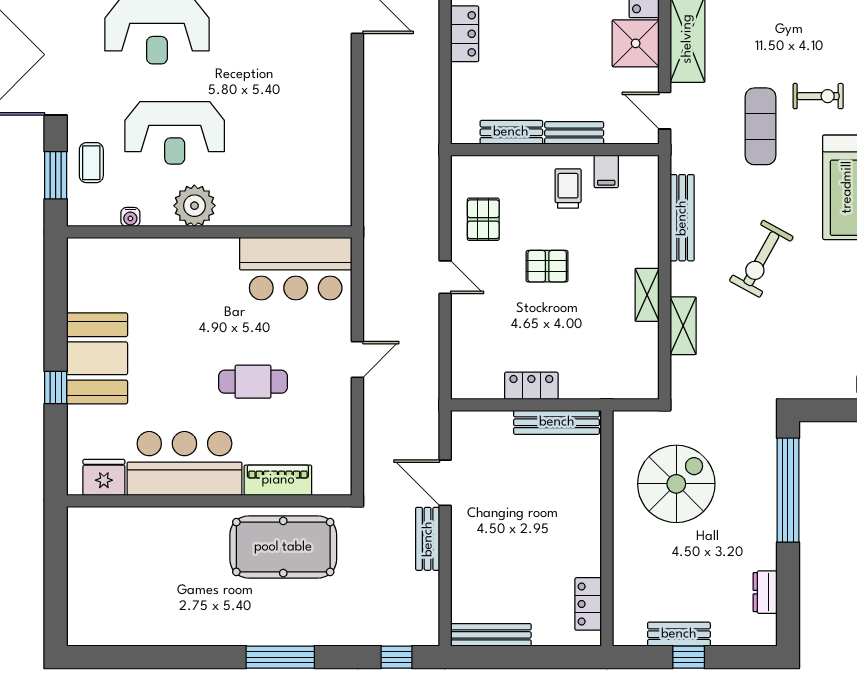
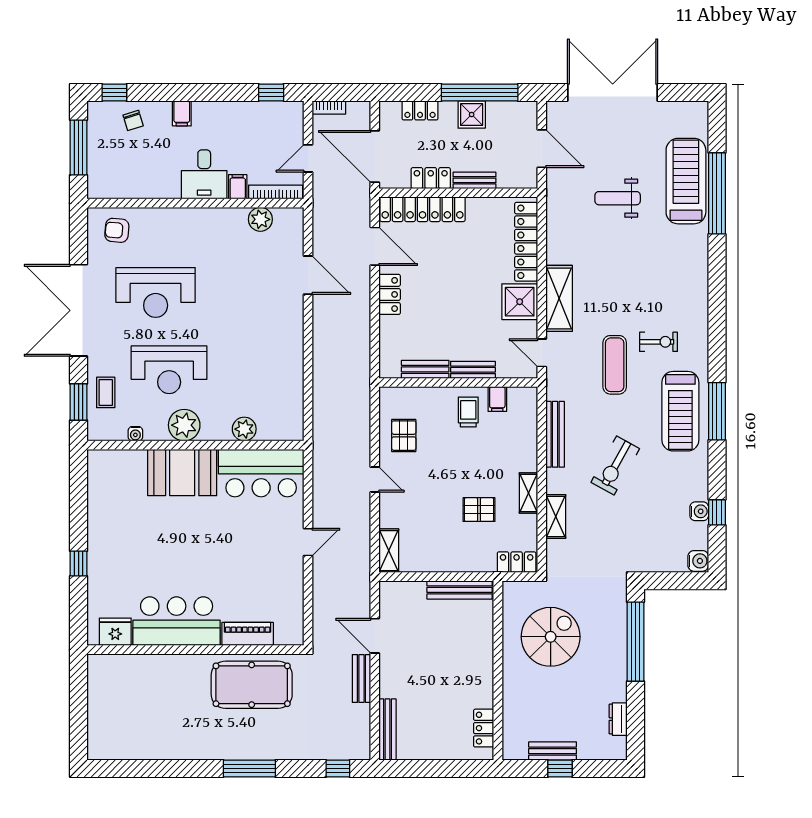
plant: (273, 211) -> (244, 429), added
pallet: (547, 266) -> (479, 510), moved
booth: (97, 358) -> (182, 472), moved, turned 90
shelving: (464, 371) -> (389, 551), added
cafe table: (253, 382) -> (229, 559), removed
locker: (531, 386) -> (517, 562), moved
bench: (491, 635) -> (388, 730), moved, turned 90

